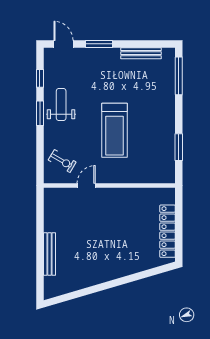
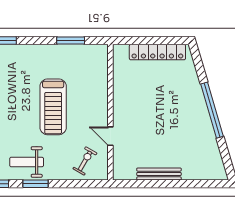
treadmill: (114, 130) -> (53, 107), turned 90
bench: (49, 254) -> (159, 174), moved
window: (111, 284) -> (212, 110), added

